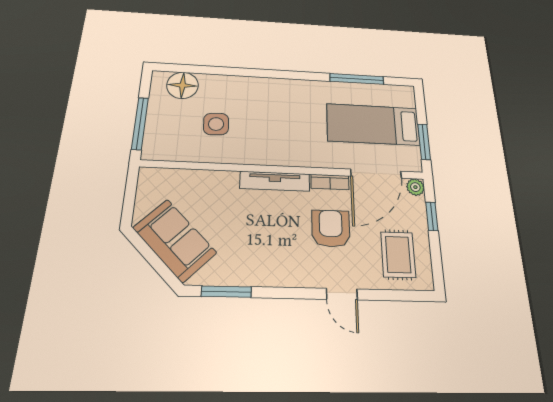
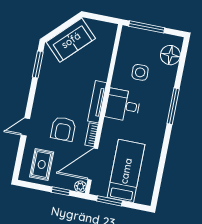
window: (357, 79) -> (173, 106), moved
desk: (273, 142) -> (123, 105), added
door: (376, 174) -> (93, 164), hinge flipped
armchair: (331, 228) -> (63, 129), turned 90
rug: (398, 255) -> (42, 164), turned 90

